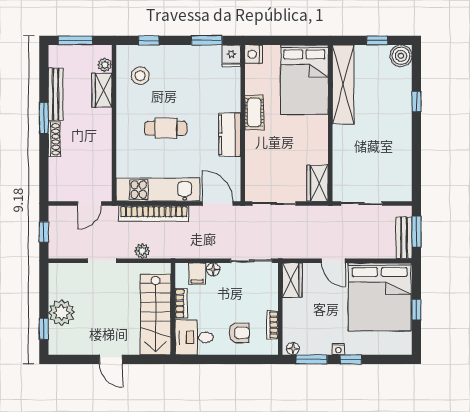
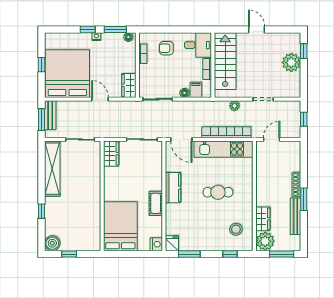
plant: (105, 65) -> (265, 241), width x1.88, depth x1.88
shelving: (343, 84) -> (52, 169), moved

